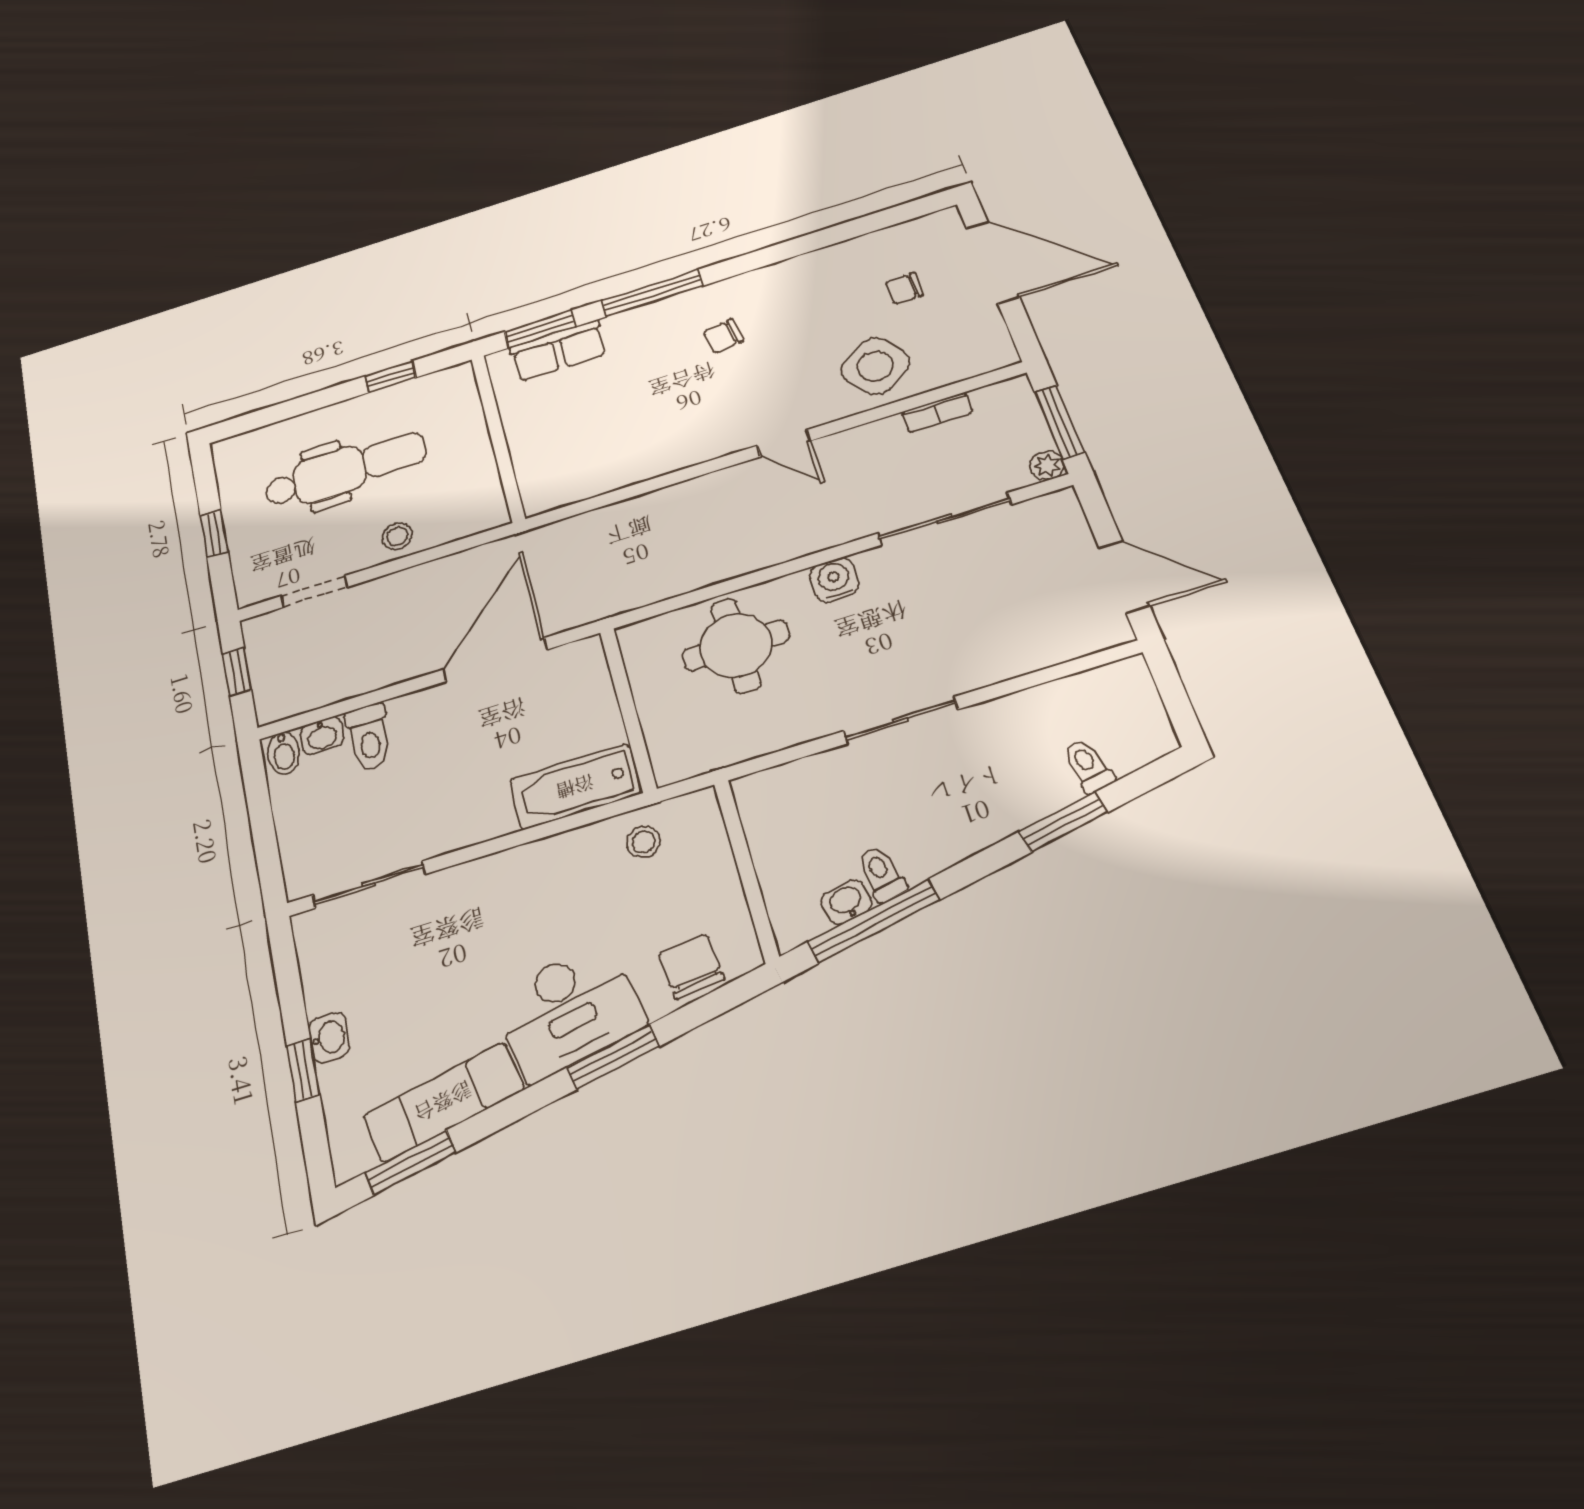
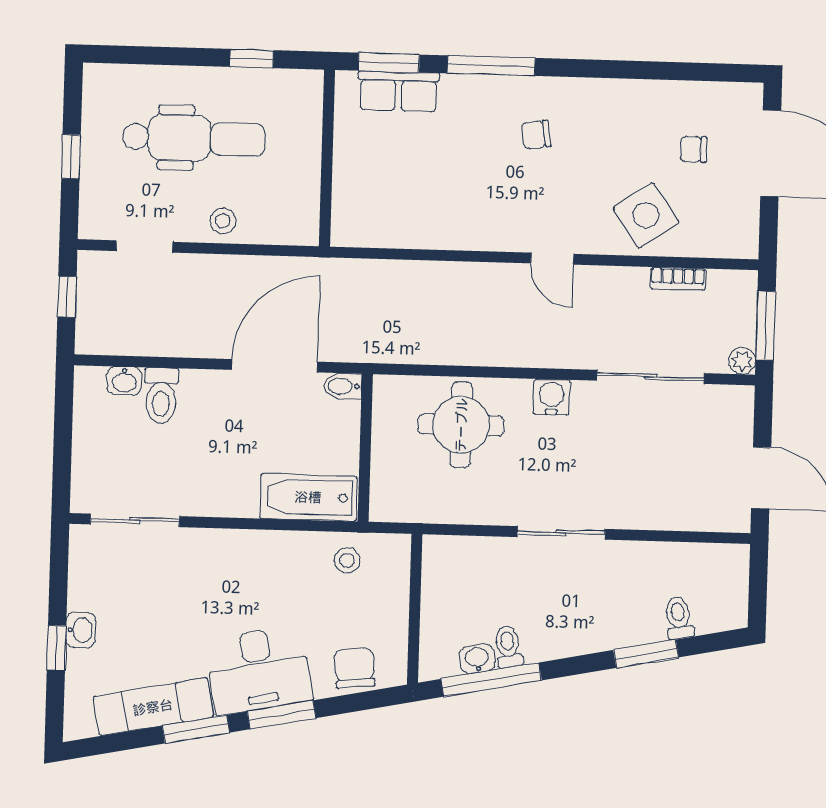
bidet: (284, 753) -> (343, 386), moved, turned 90
window: (410, 1163) -> (196, 729), moved

